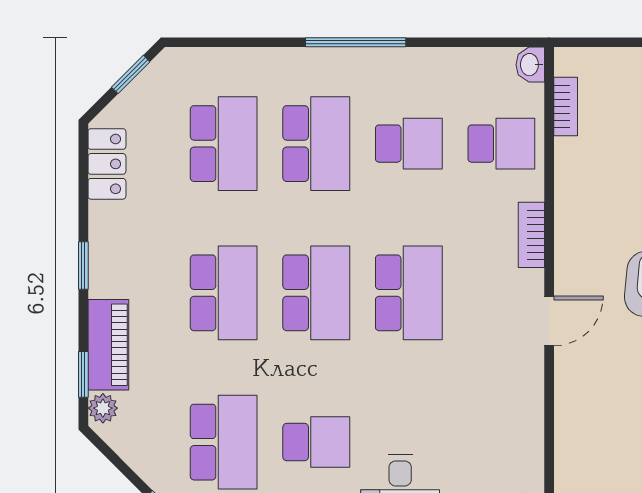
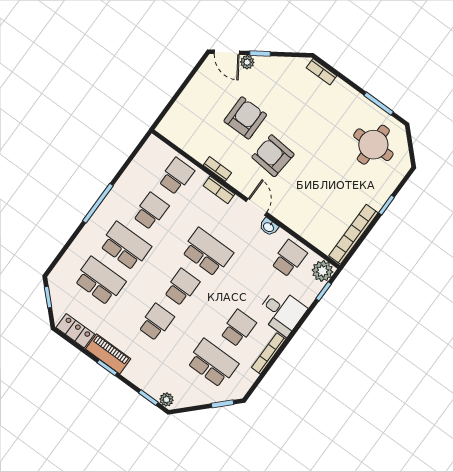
washbasin: (530, 65) -> (269, 227), moved
bookcase: (566, 107) -> (217, 169), moved
school desk: (224, 293) -> (156, 322), width x0.54
school desk: (316, 293) -> (182, 287), width x0.54
piano: (108, 345) -> (108, 354), moved
school desk: (501, 442) -> (289, 258), added

